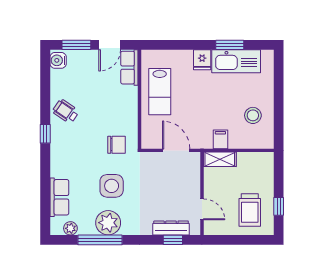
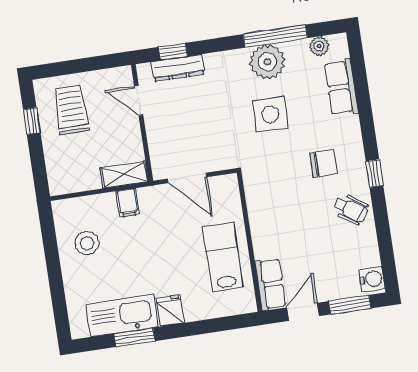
chair: (117, 145) -> (324, 163), moved, turned 180

